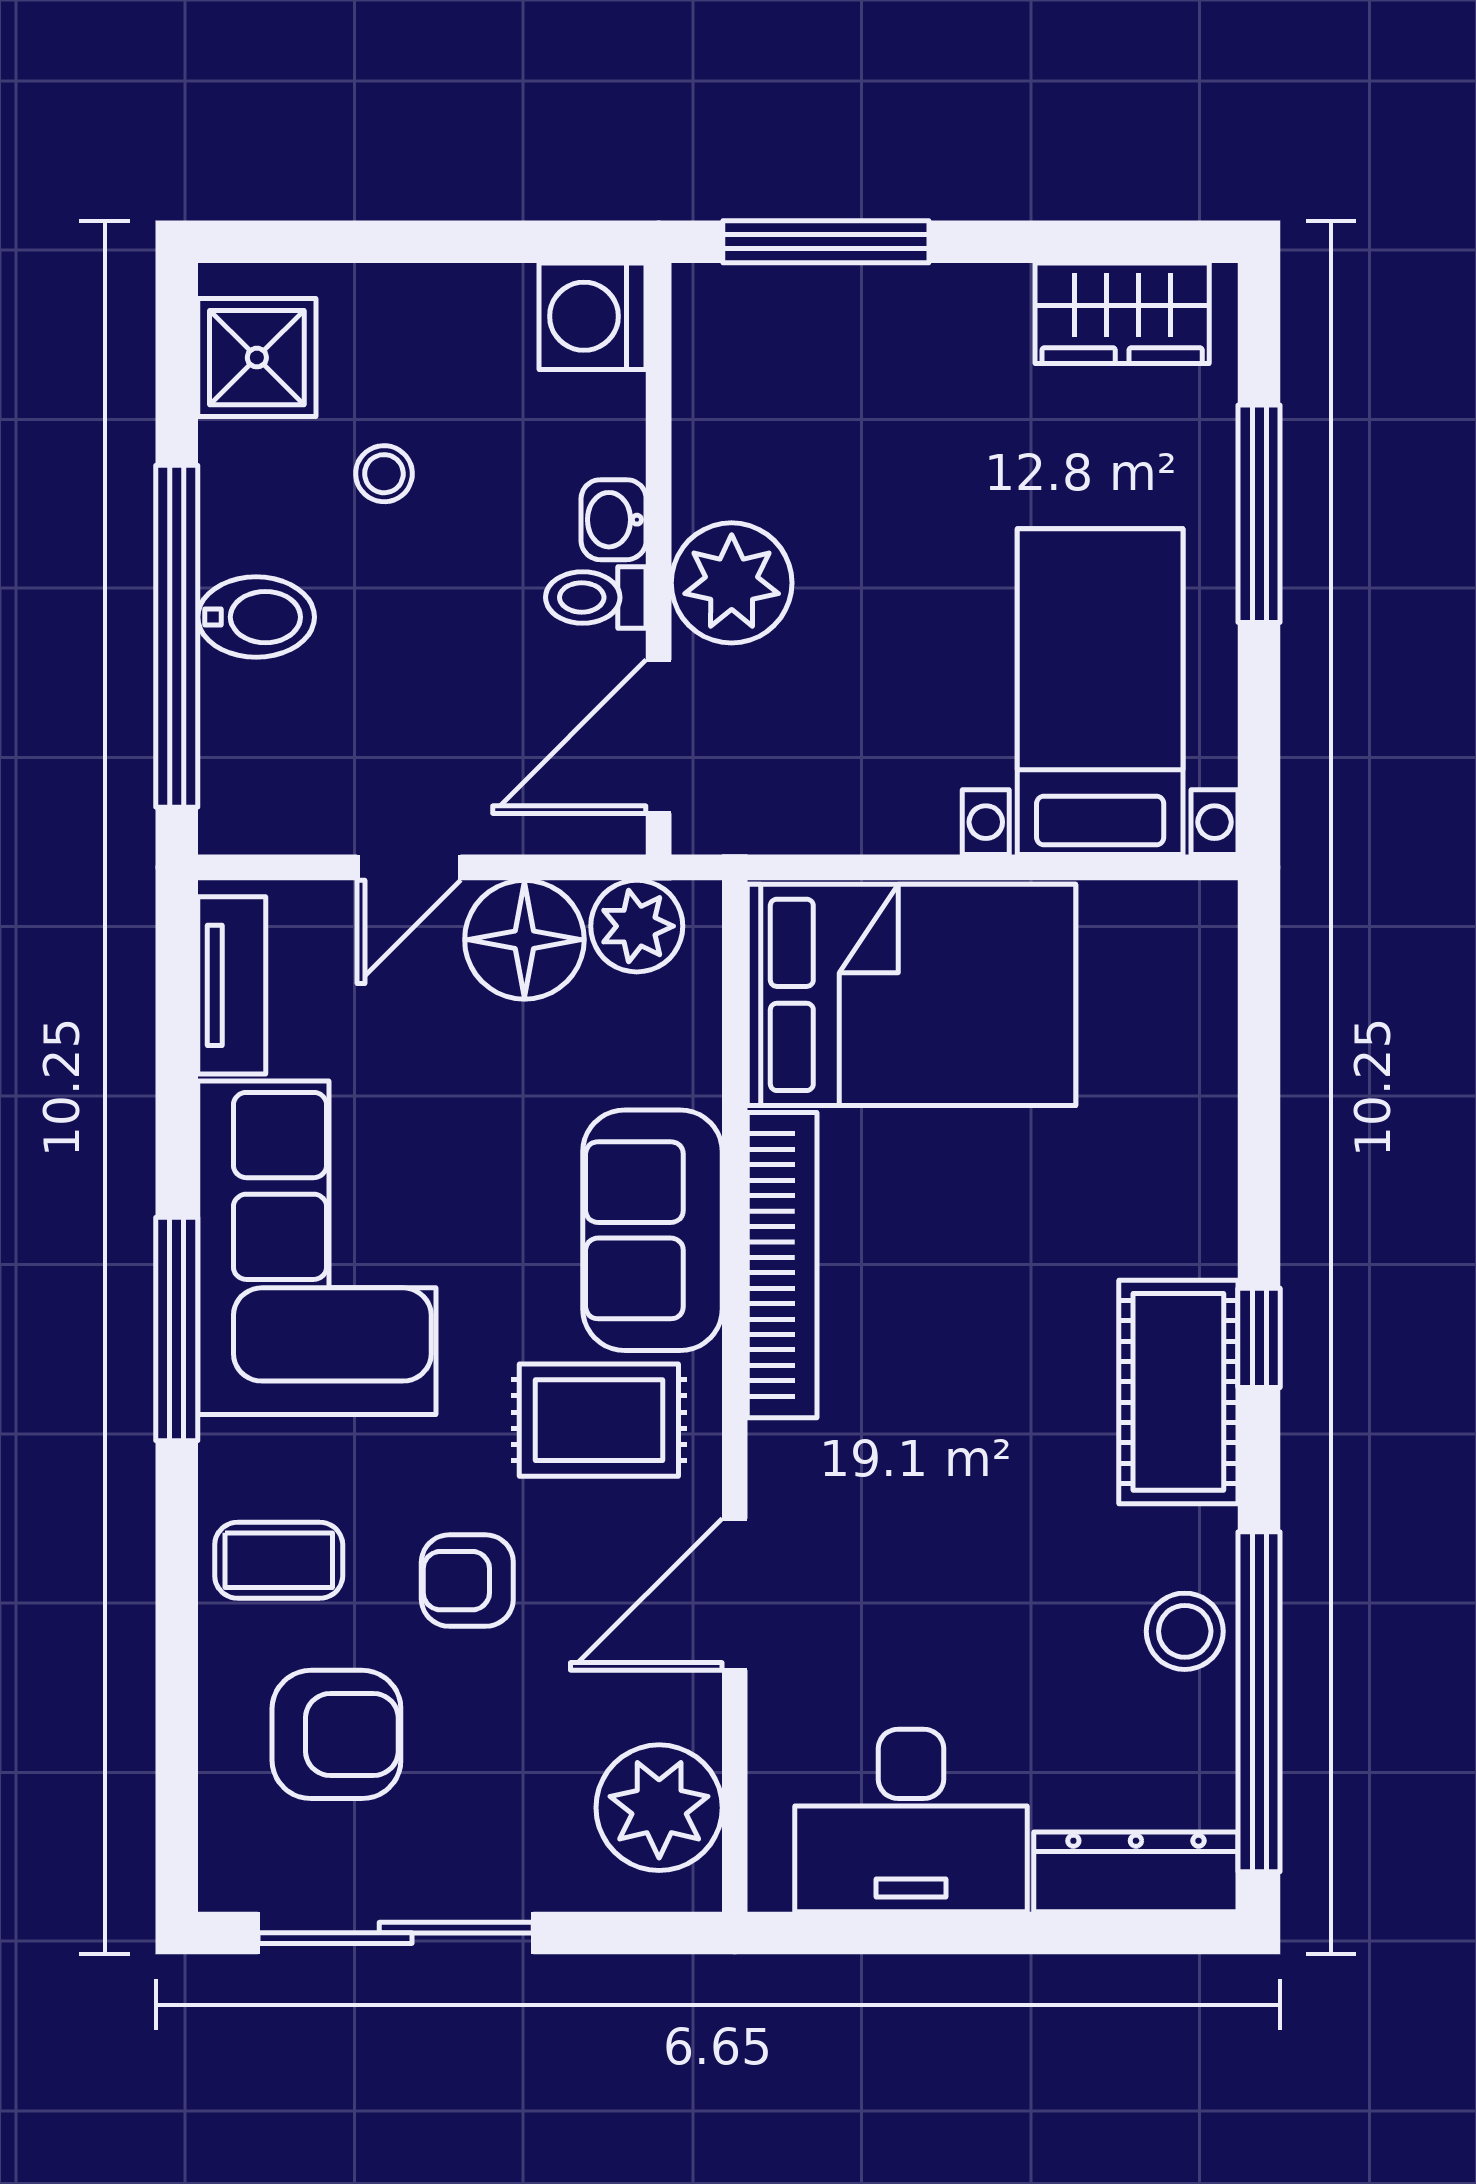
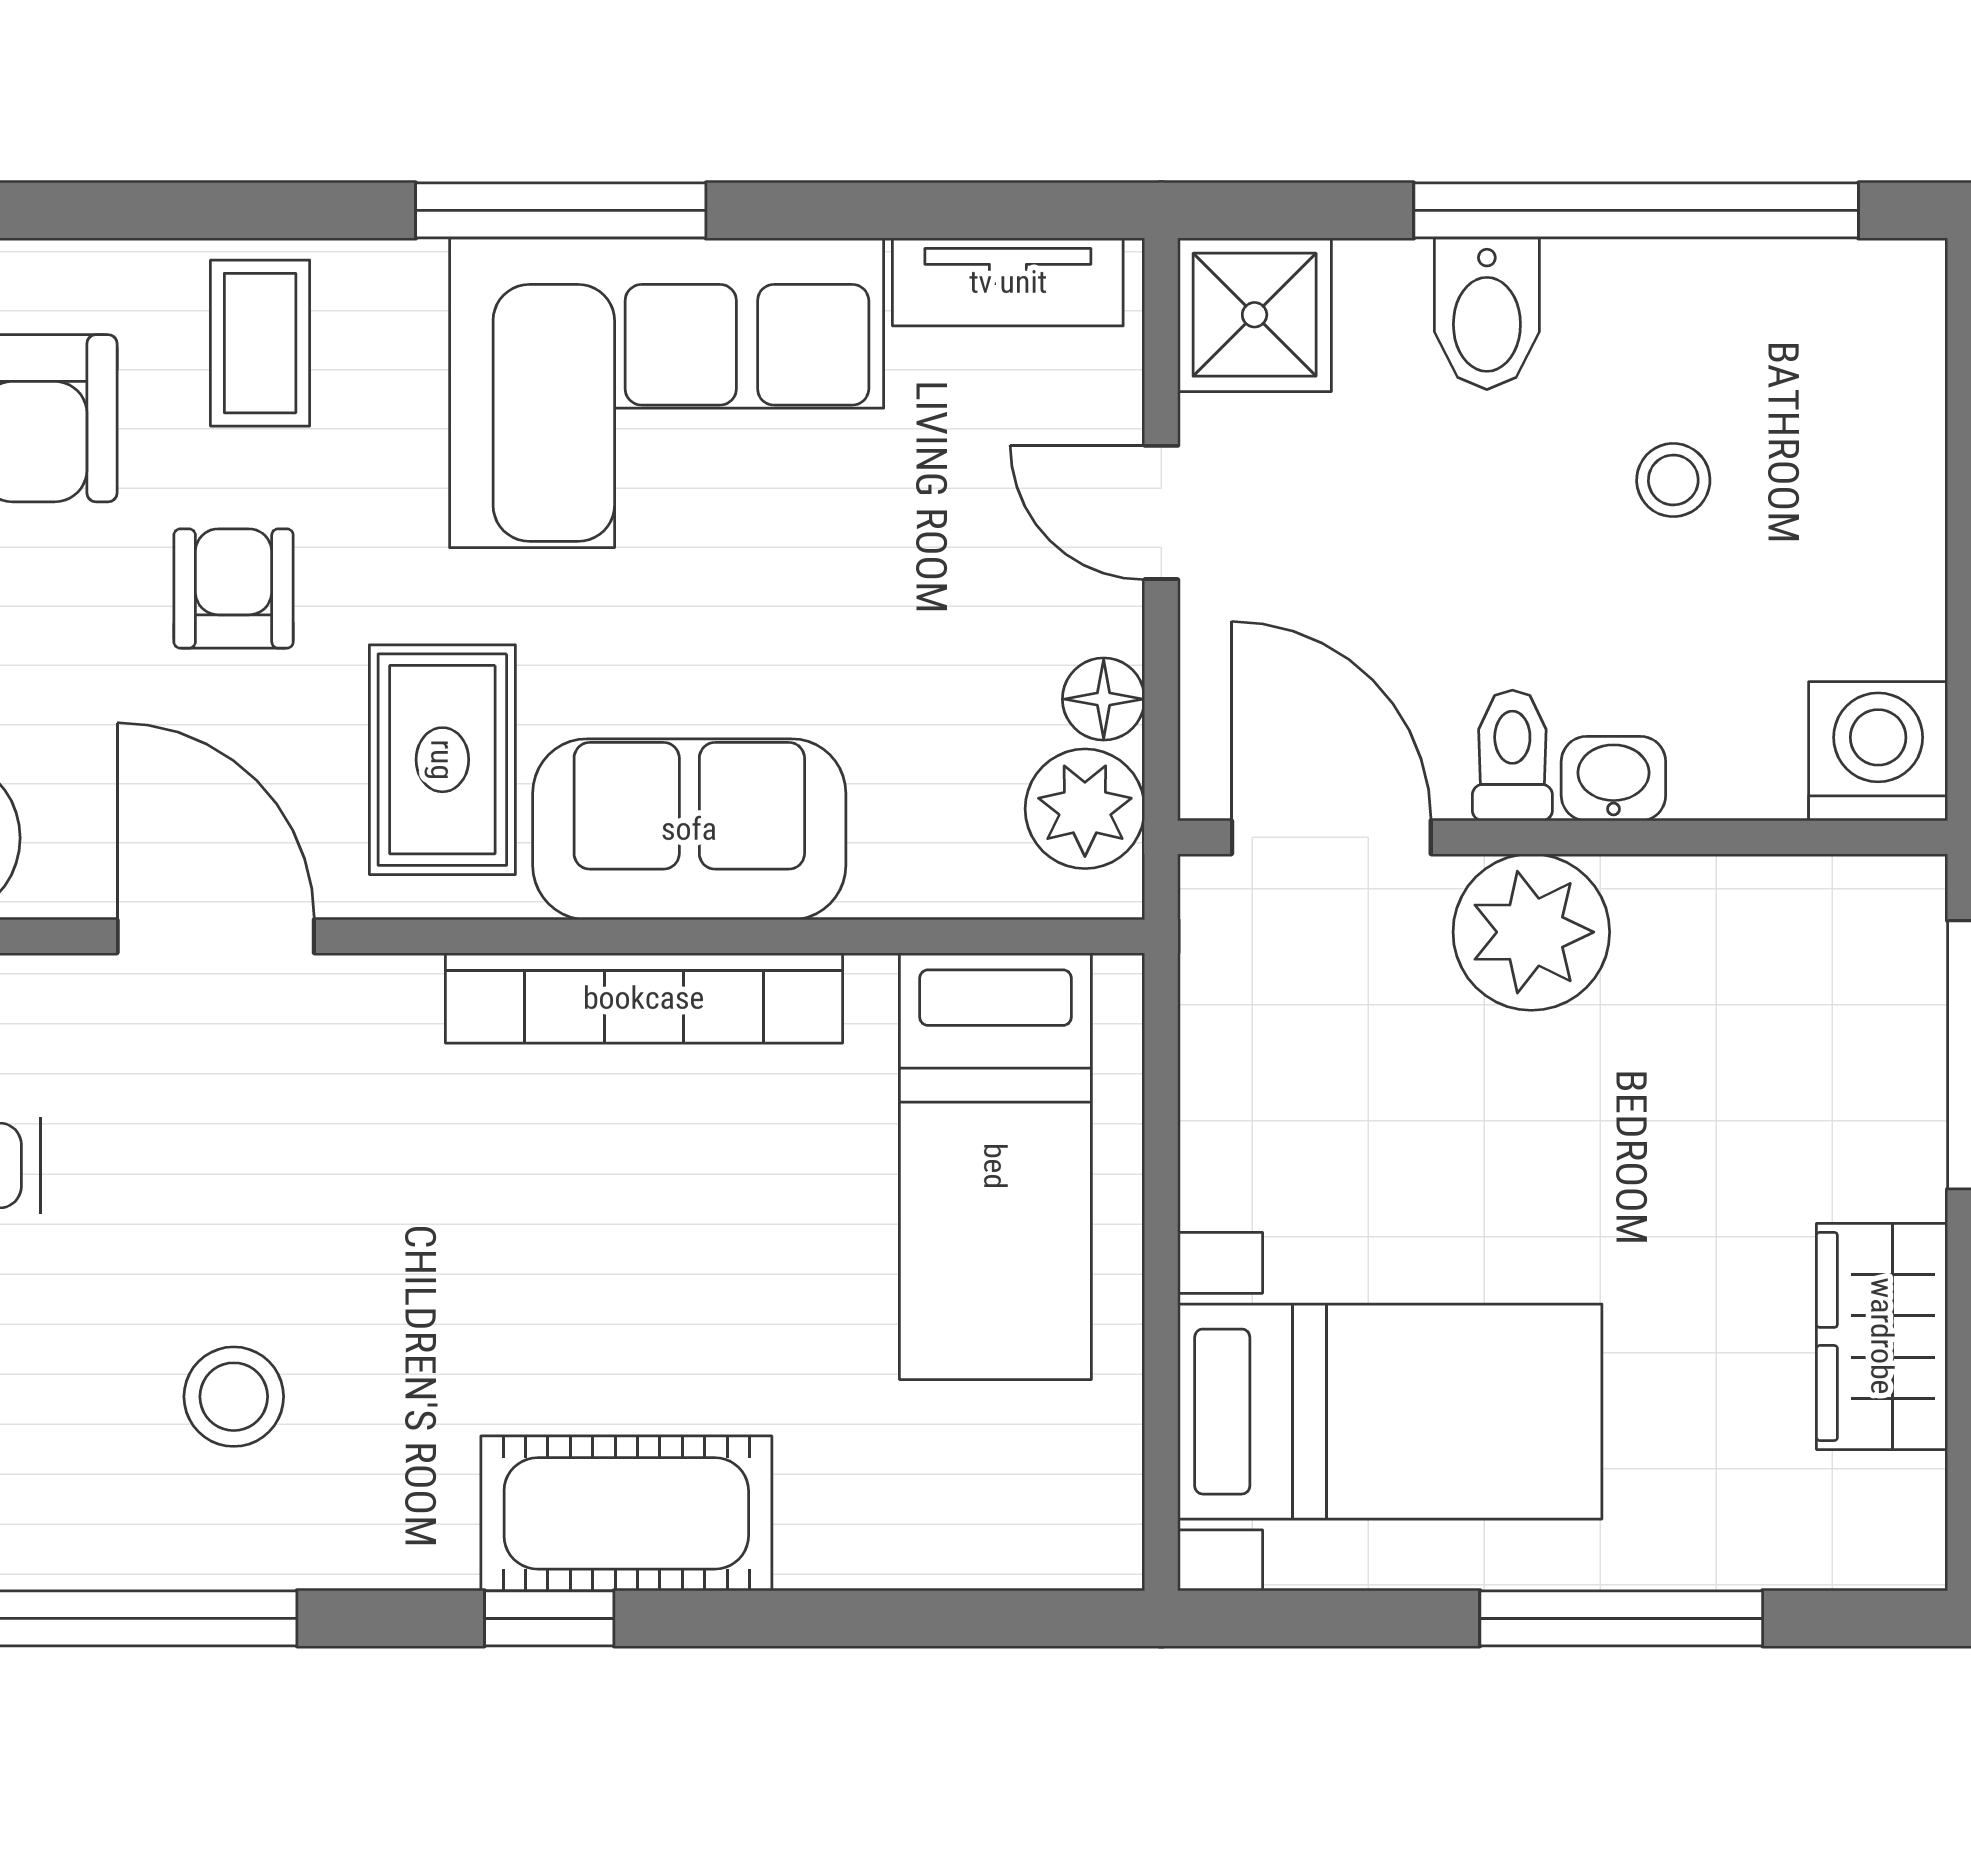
wardrobe: (1122, 313) -> (1882, 1336), moved
shower: (257, 358) -> (1255, 315), moved
window: (177, 636) -> (1636, 210), moved
floor lamp: (524, 940) -> (1104, 699), width x0.53, depth x0.53
bed: (912, 995) -> (995, 1166), width x0.67
cot: (1178, 1392) -> (626, 1513), moved
stool: (1185, 1631) -> (234, 1397), moved

